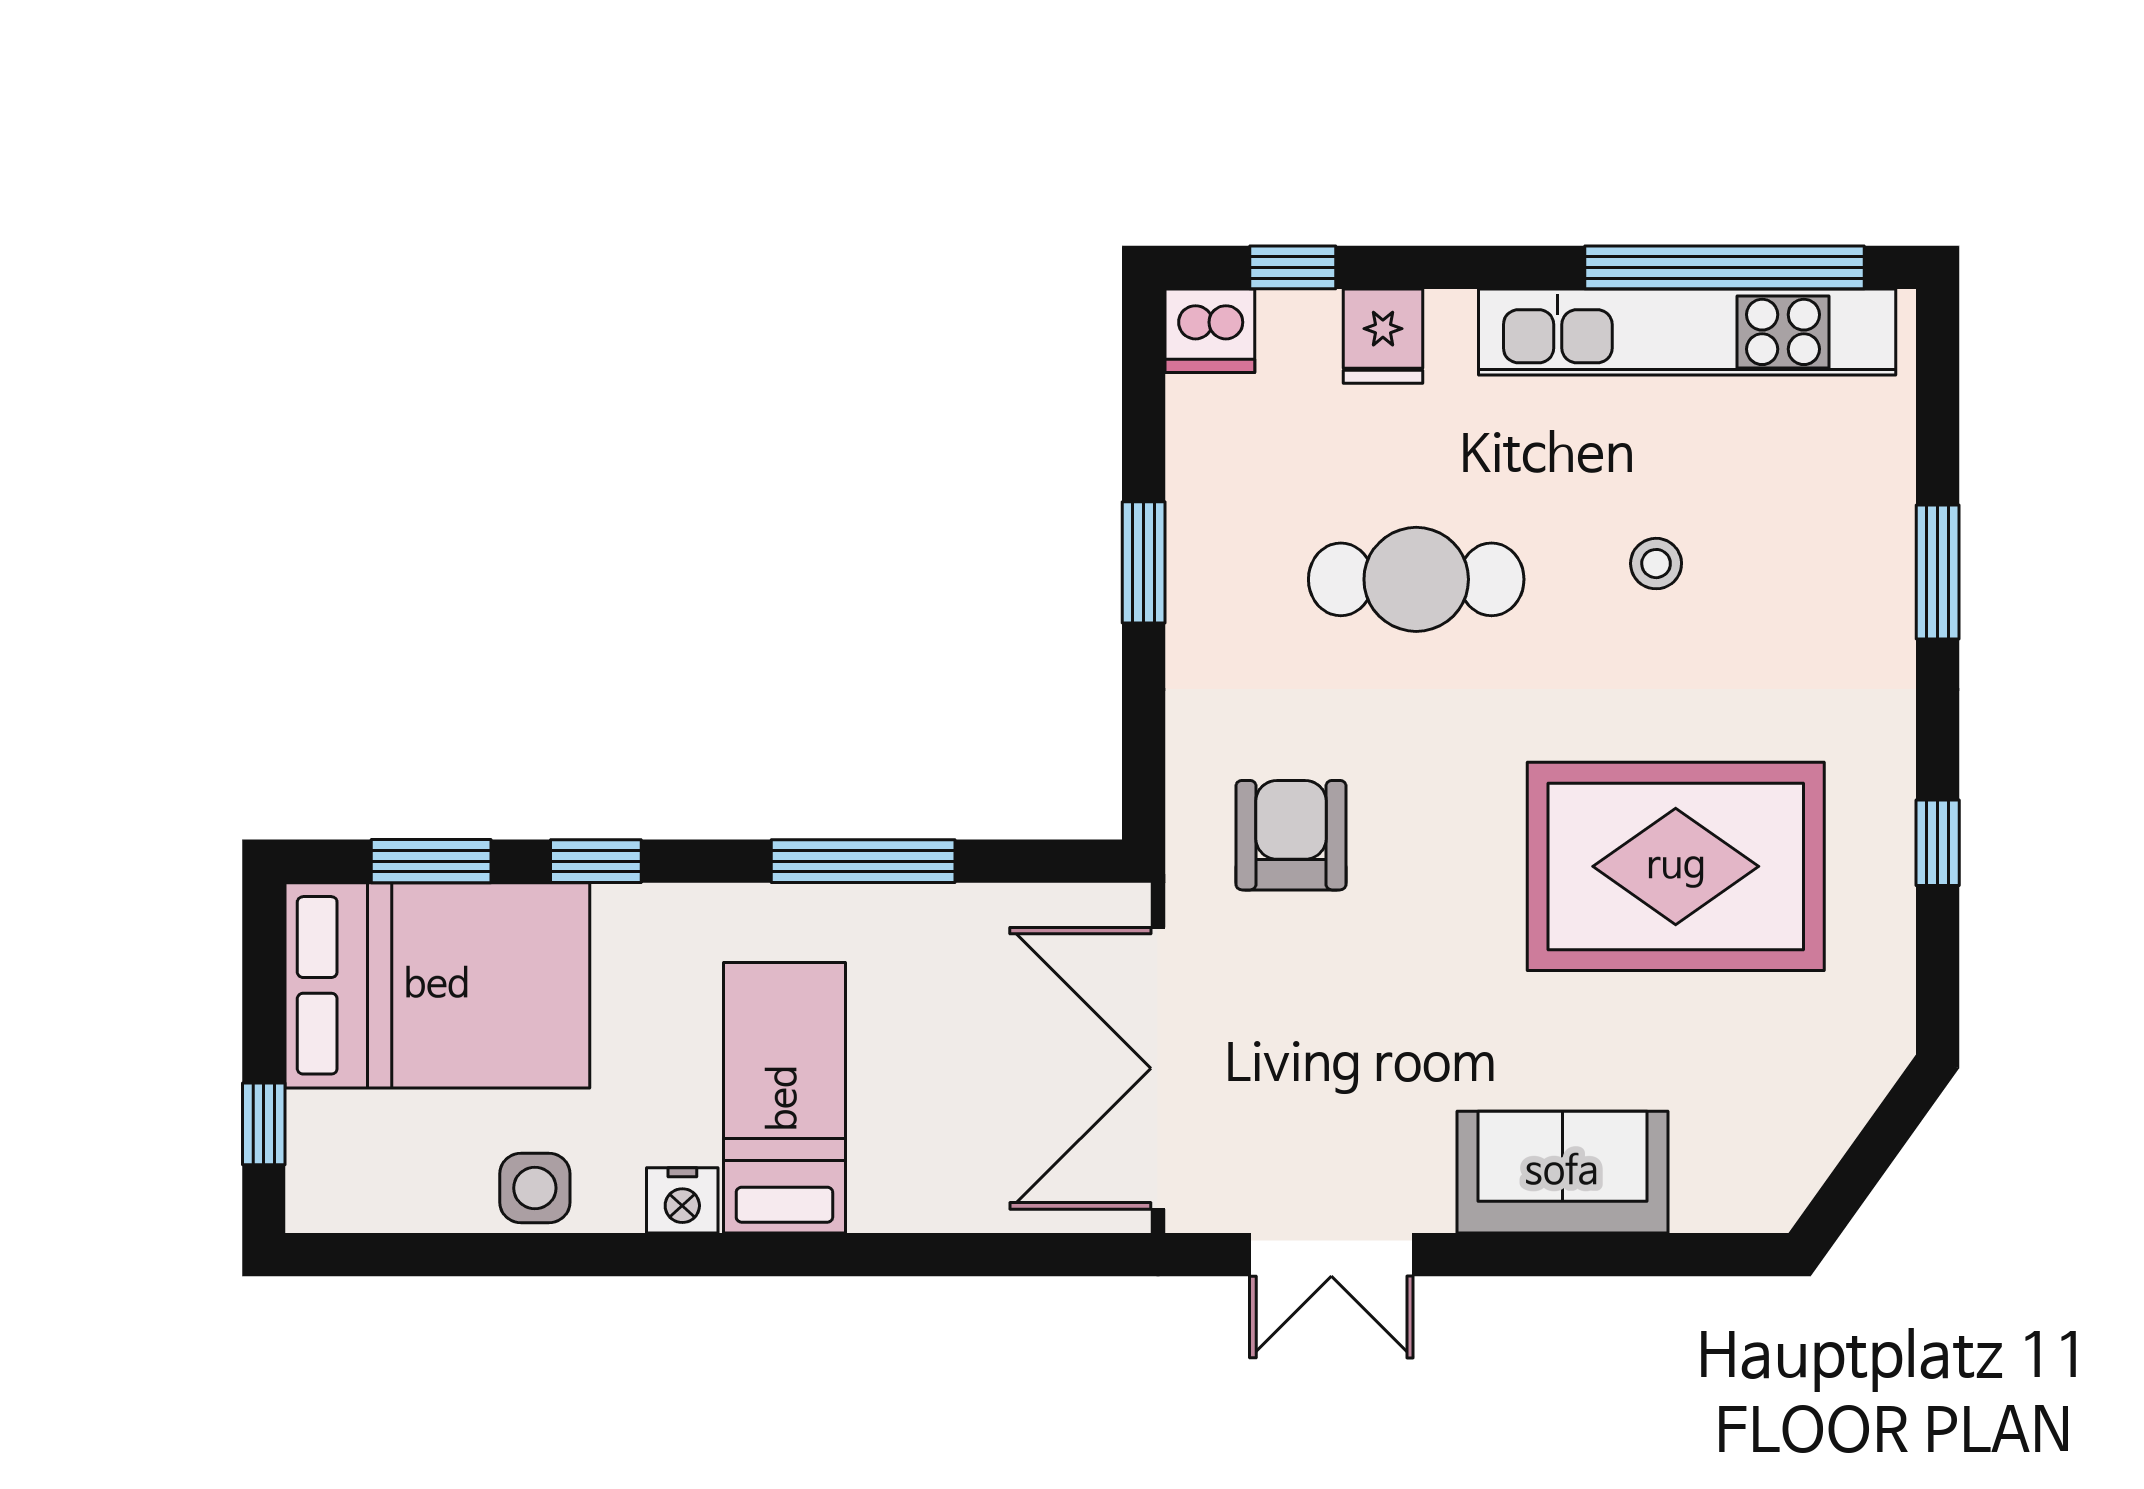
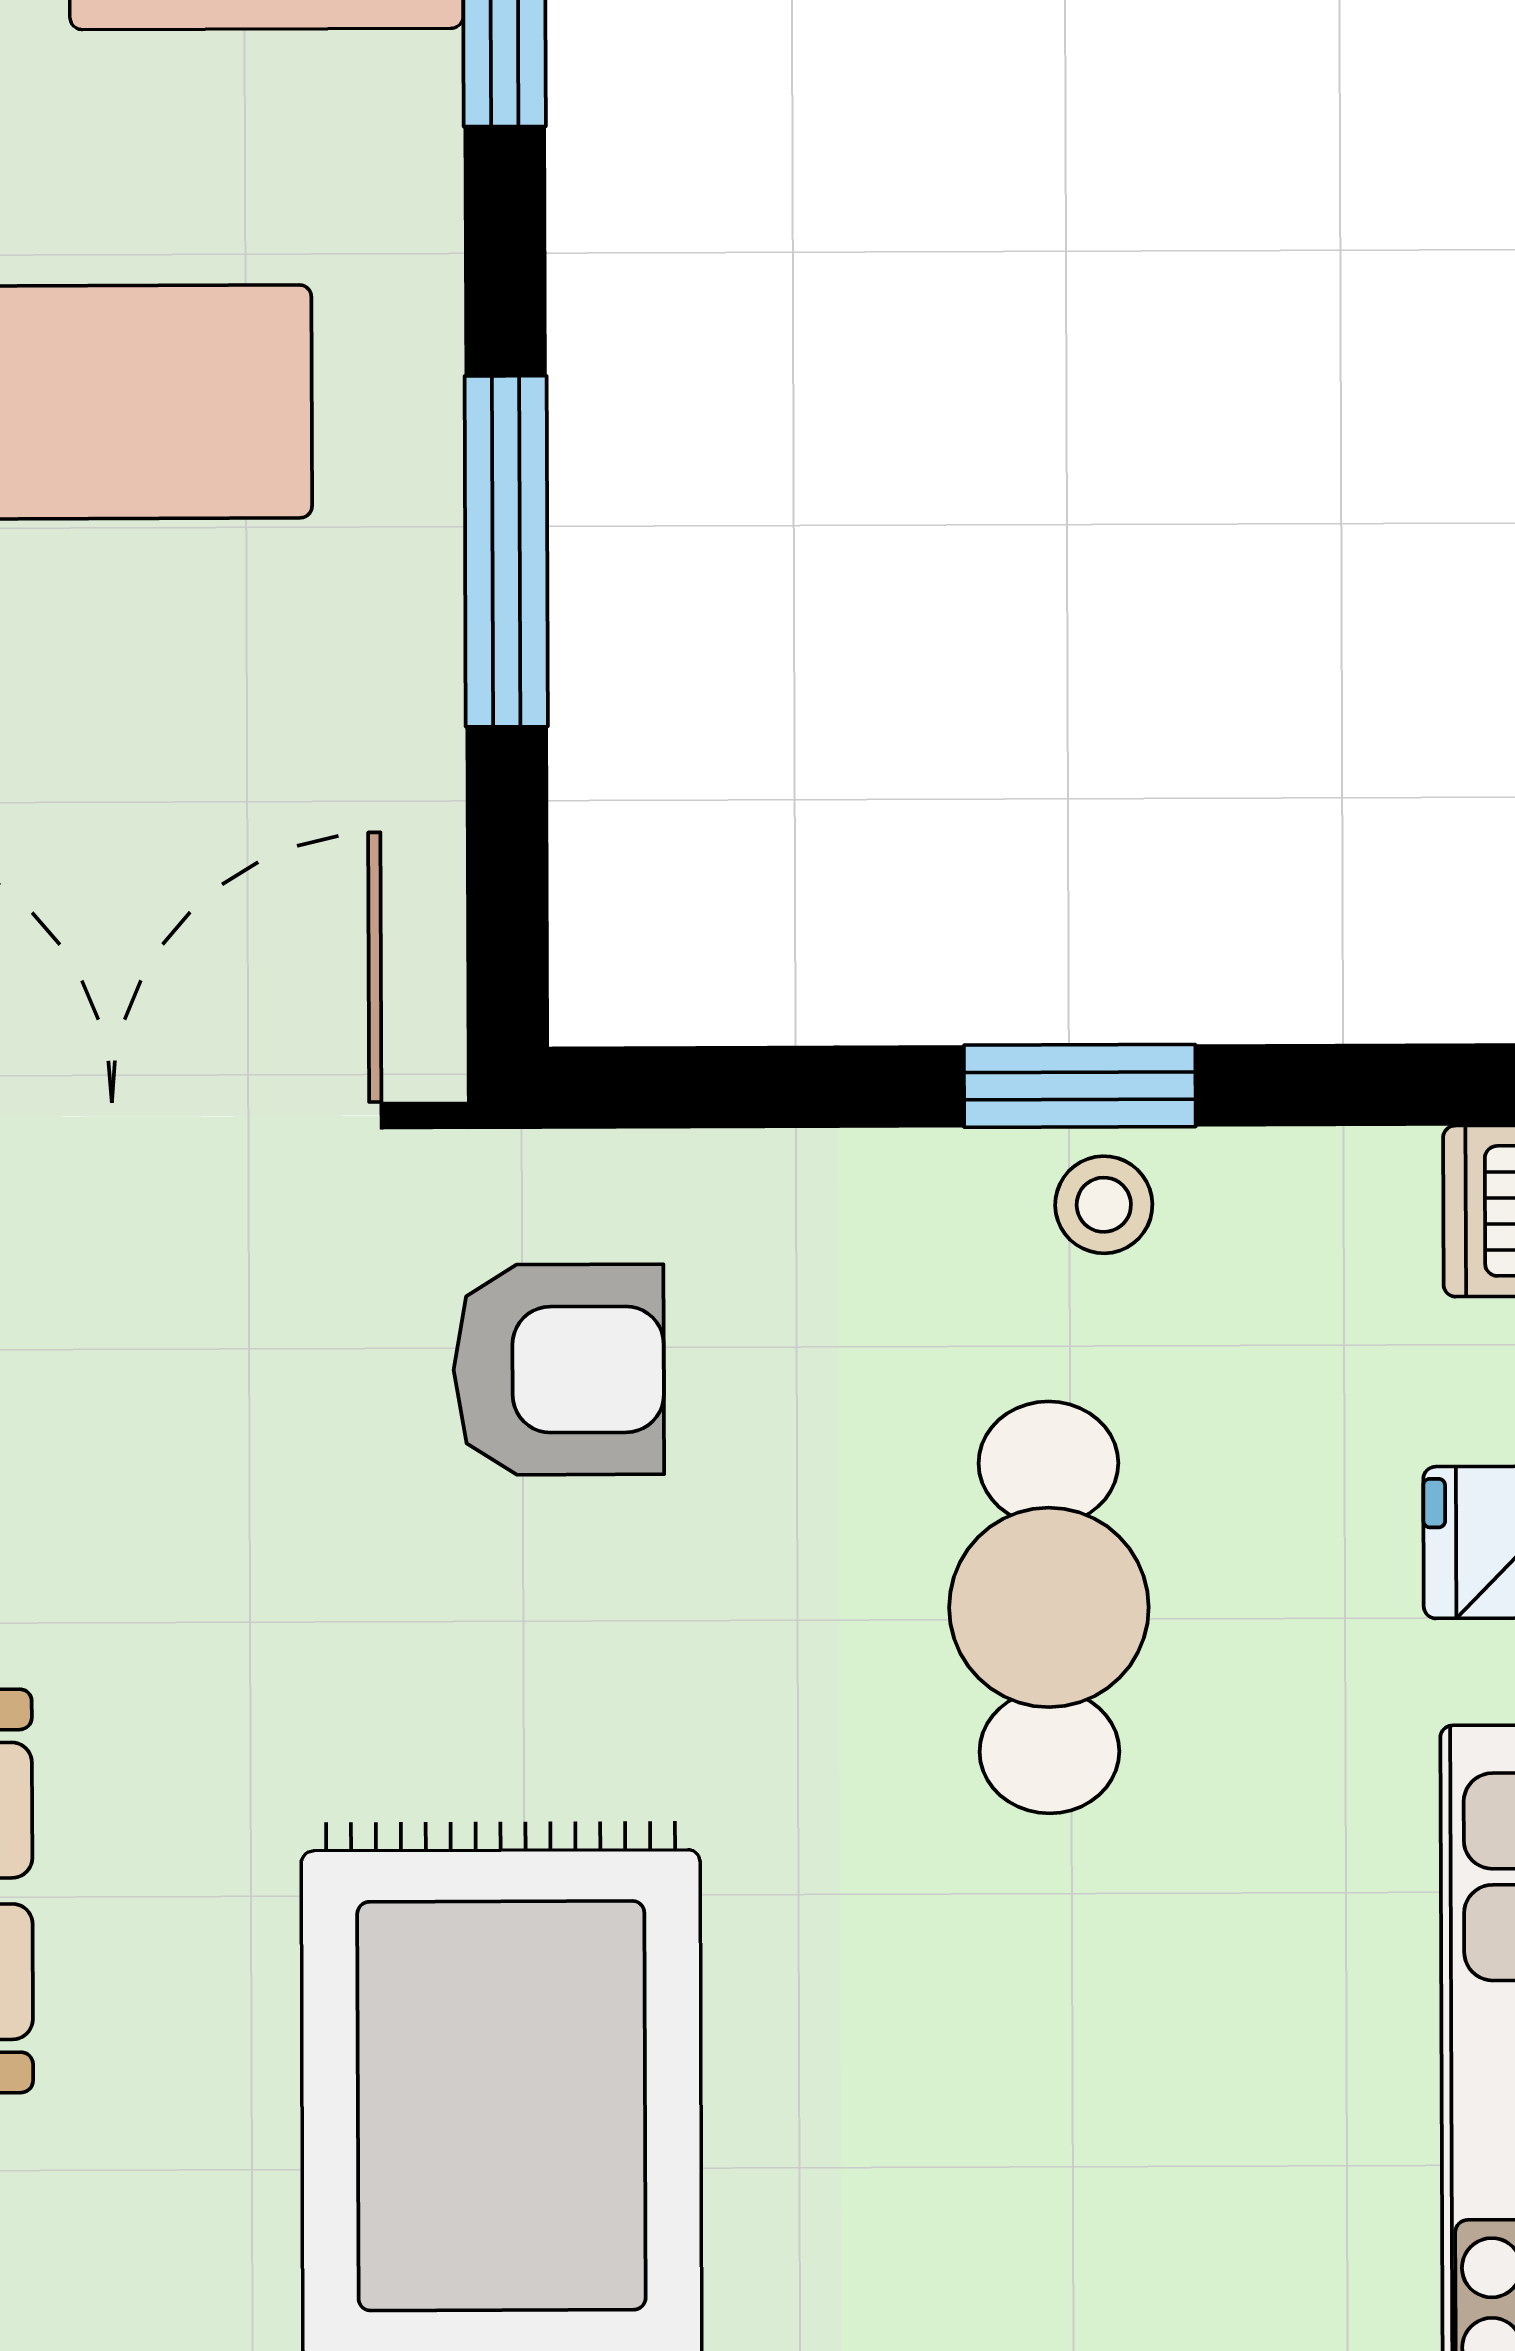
stool: (1656, 564) -> (1104, 1205), moved

